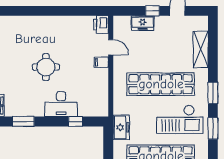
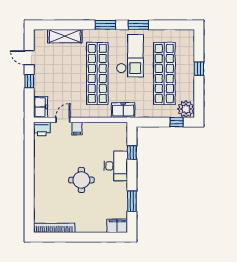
freezer: (143, 23) -> (41, 107), moved
freezer: (121, 127) -> (123, 110), moved

